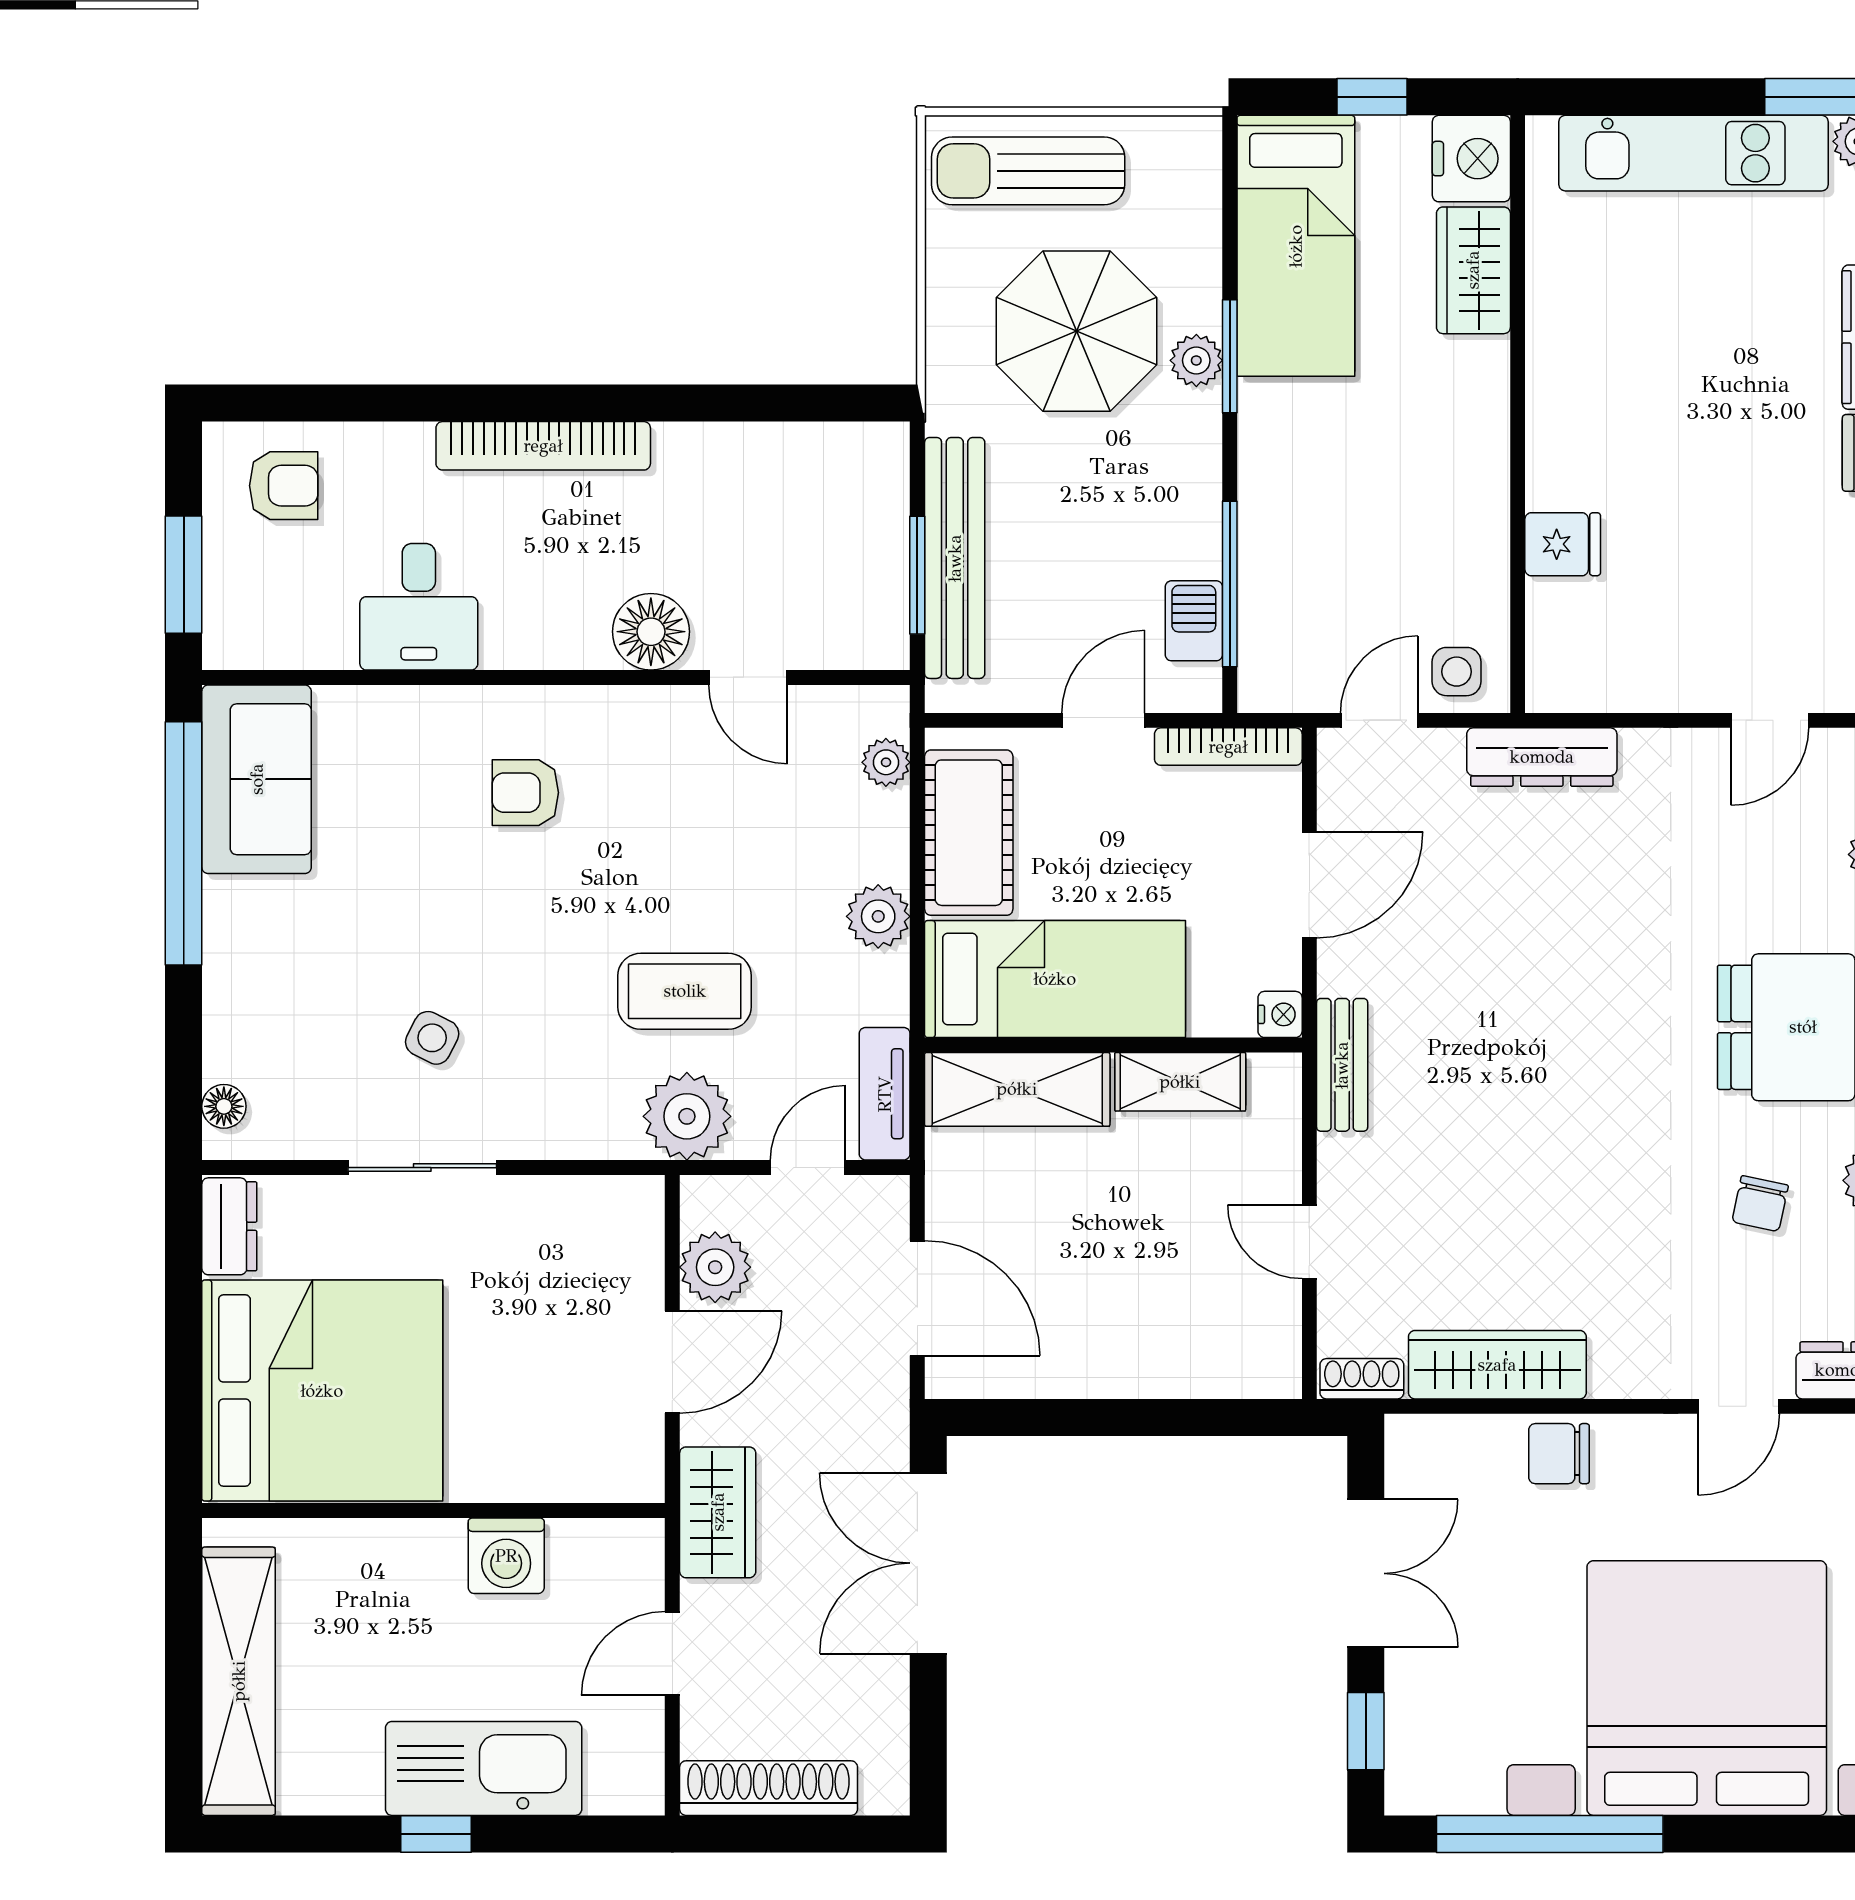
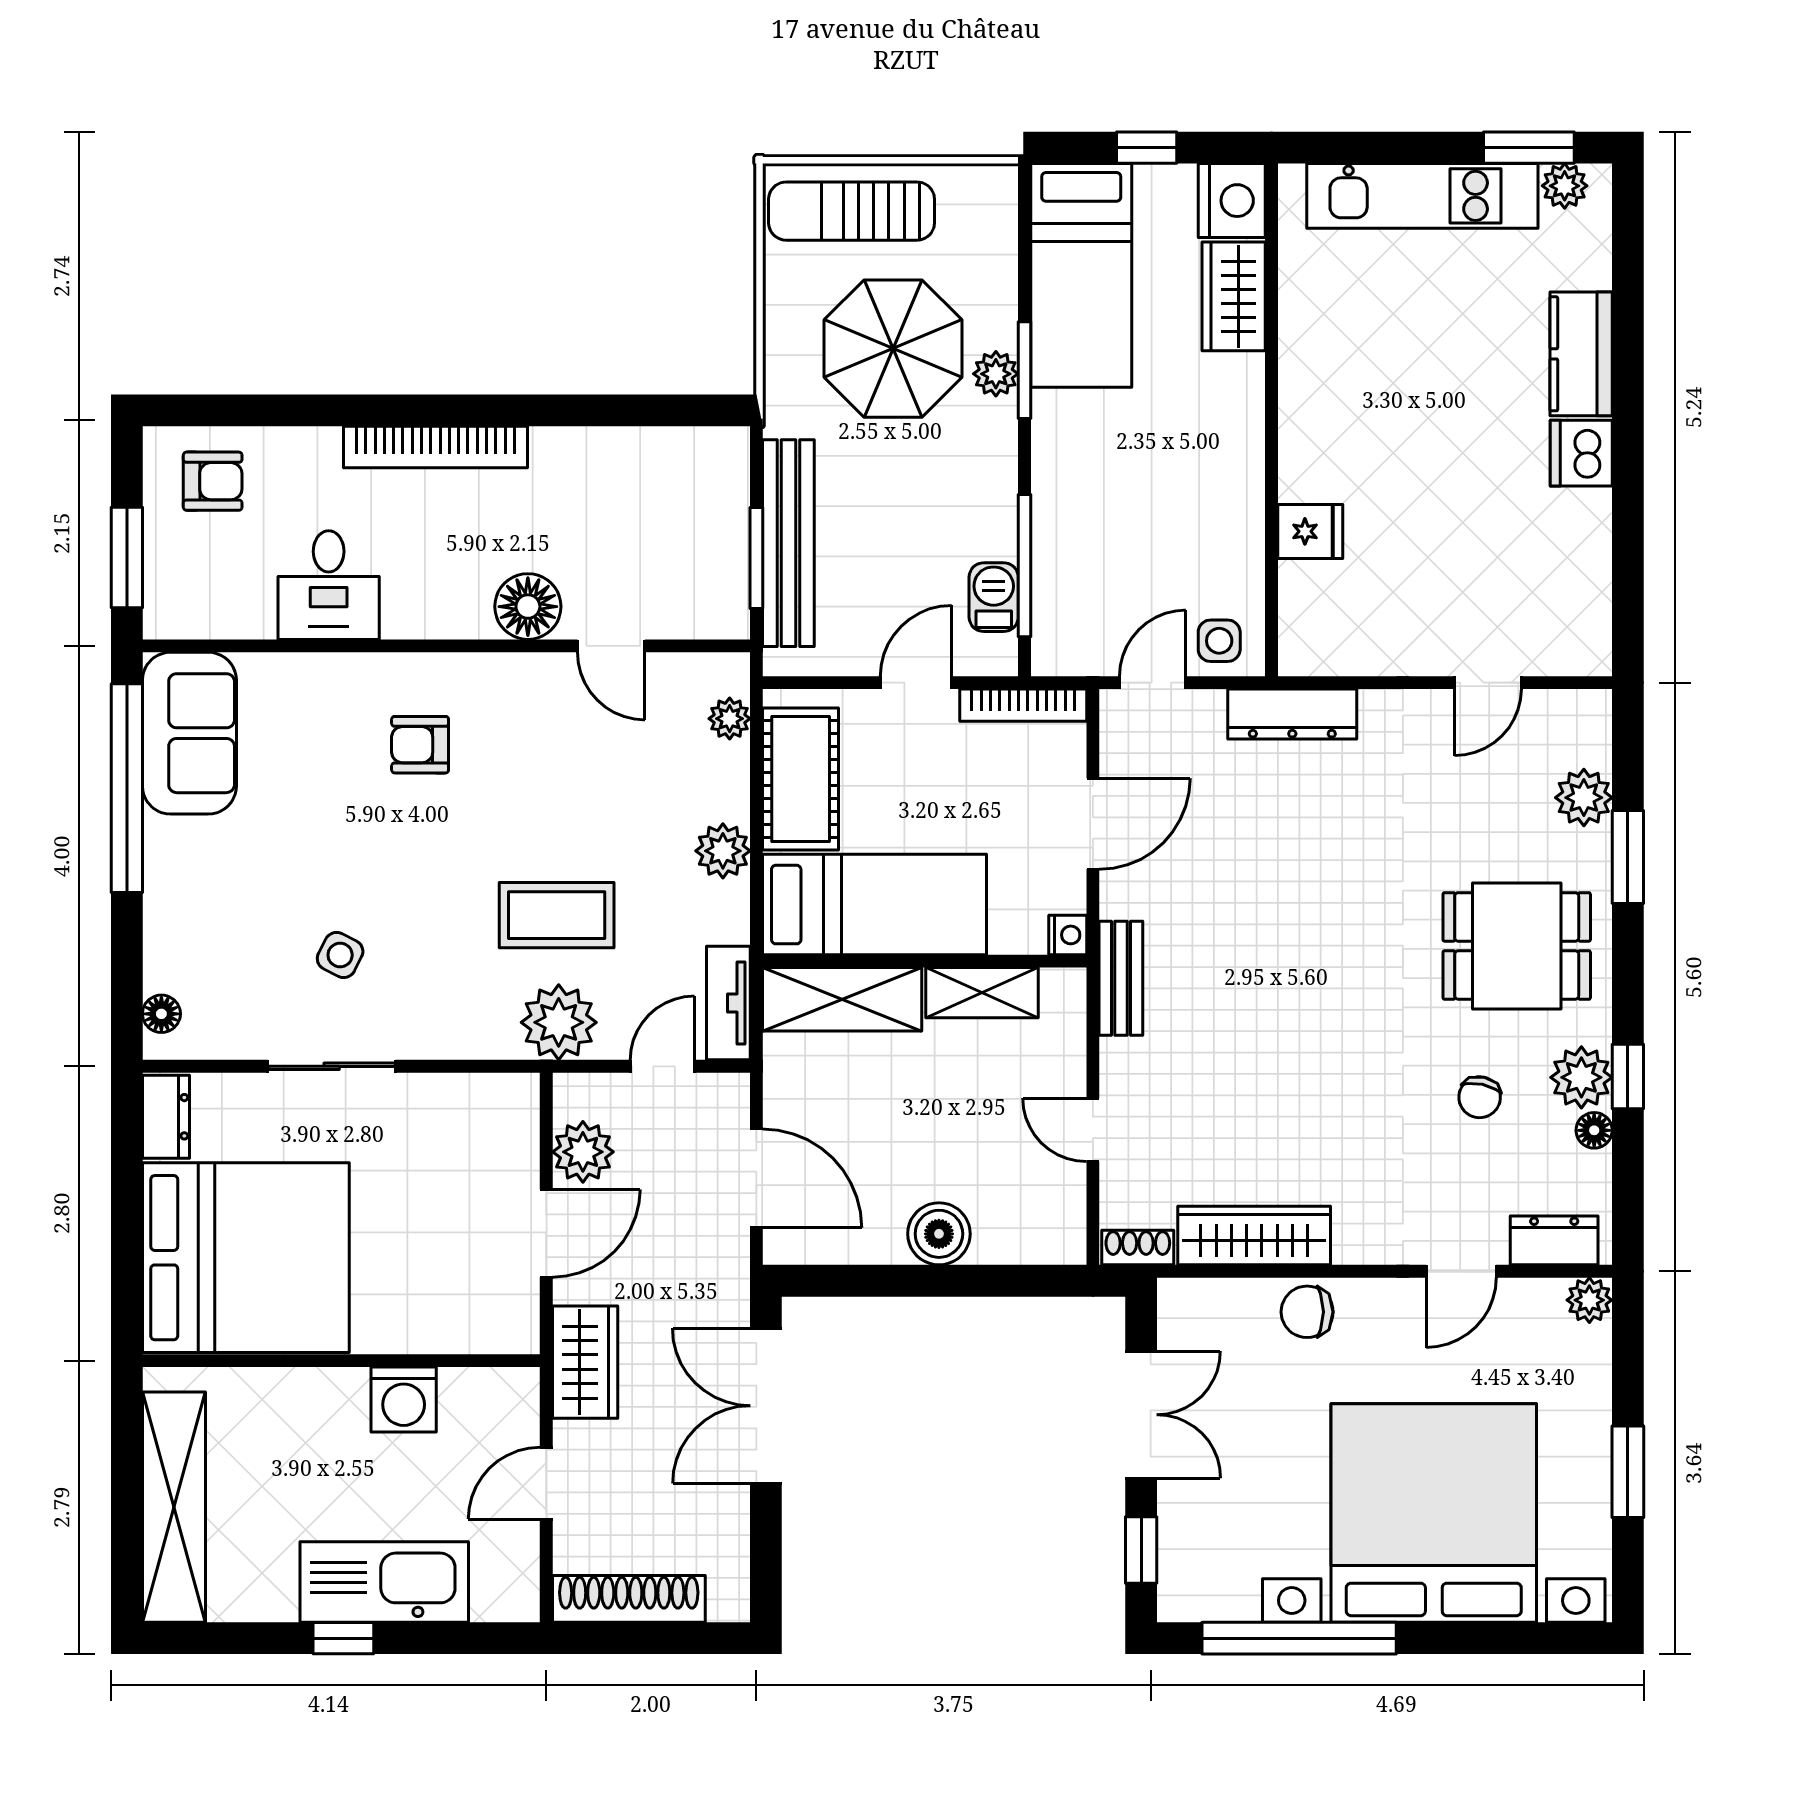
boiler: (1130, 1363) -> (939, 1234), added

